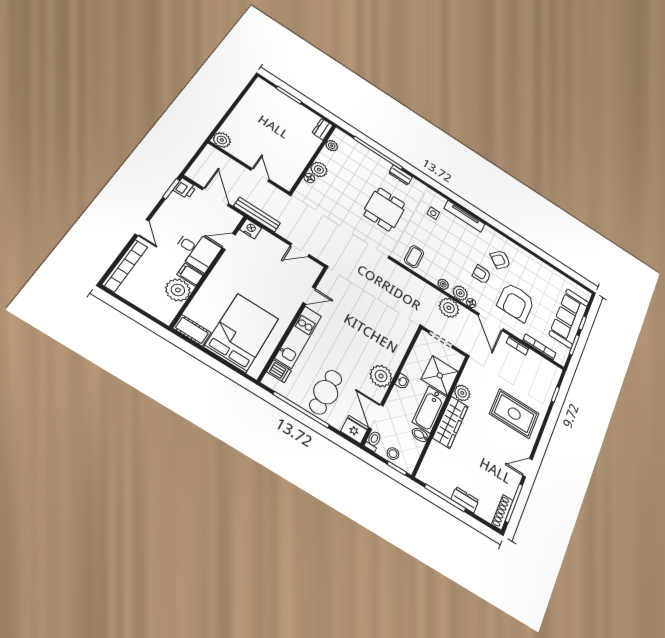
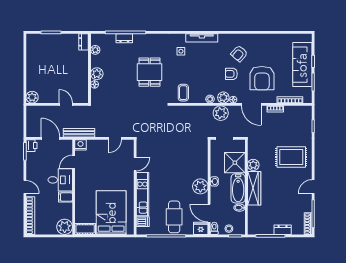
dresser: (401, 175) -> (124, 38), moved
plant: (178, 290) -> (65, 227), moved

